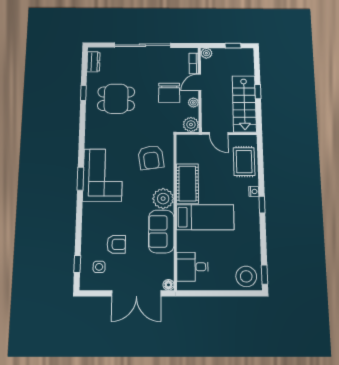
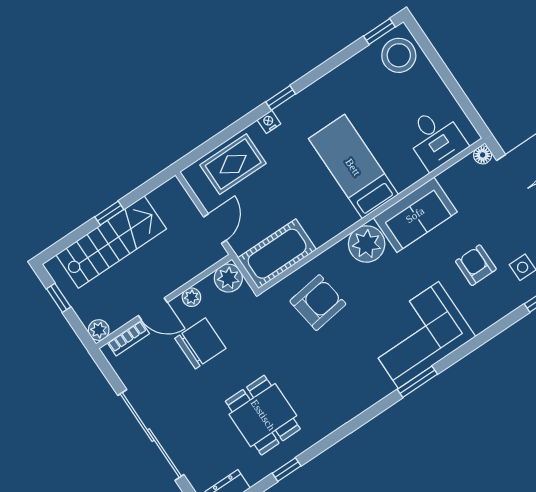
stairs: (244, 104) -> (111, 242), moved
corner sofa: (103, 175) -> (419, 335), moved
cot: (187, 184) -> (277, 254), moved

